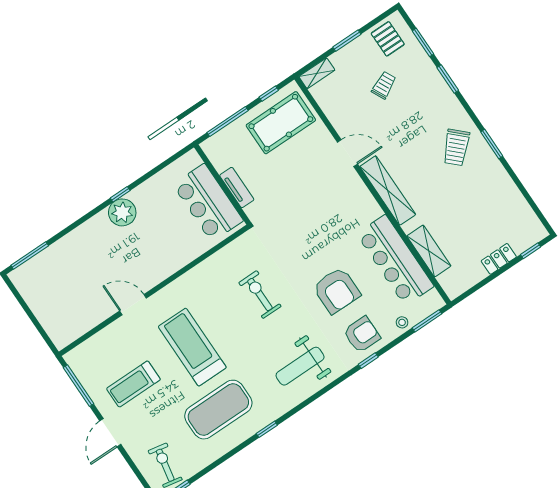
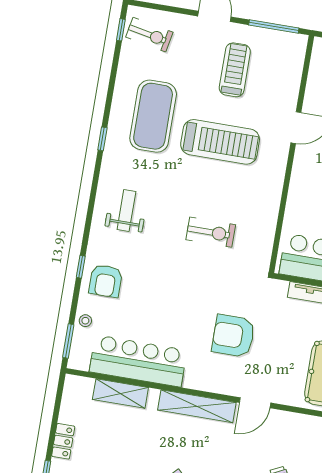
armchair: (337, 290) -> (233, 336), moved
weight bench: (300, 366) -> (126, 211), width x0.73, depth x0.75

